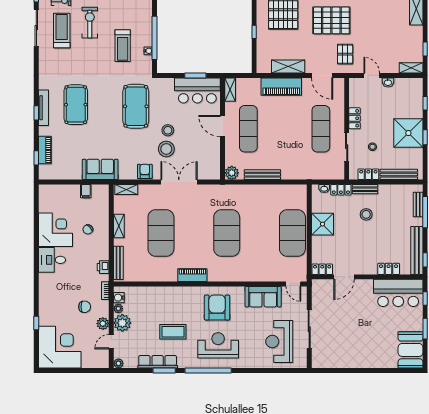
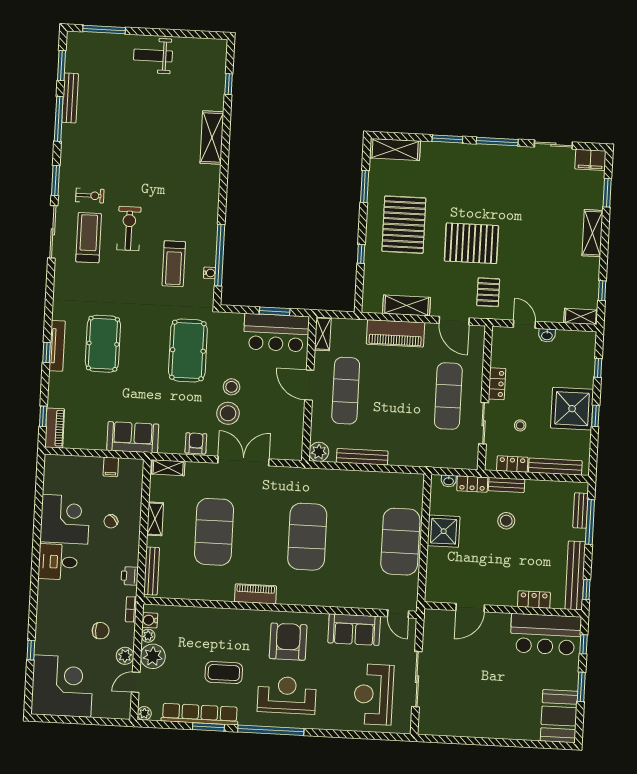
piano: (45, 150) -> (55, 428), moved
locker: (322, 269) -> (440, 595), removed
row of seats: (158, 362) -> (200, 714), width x1.36

